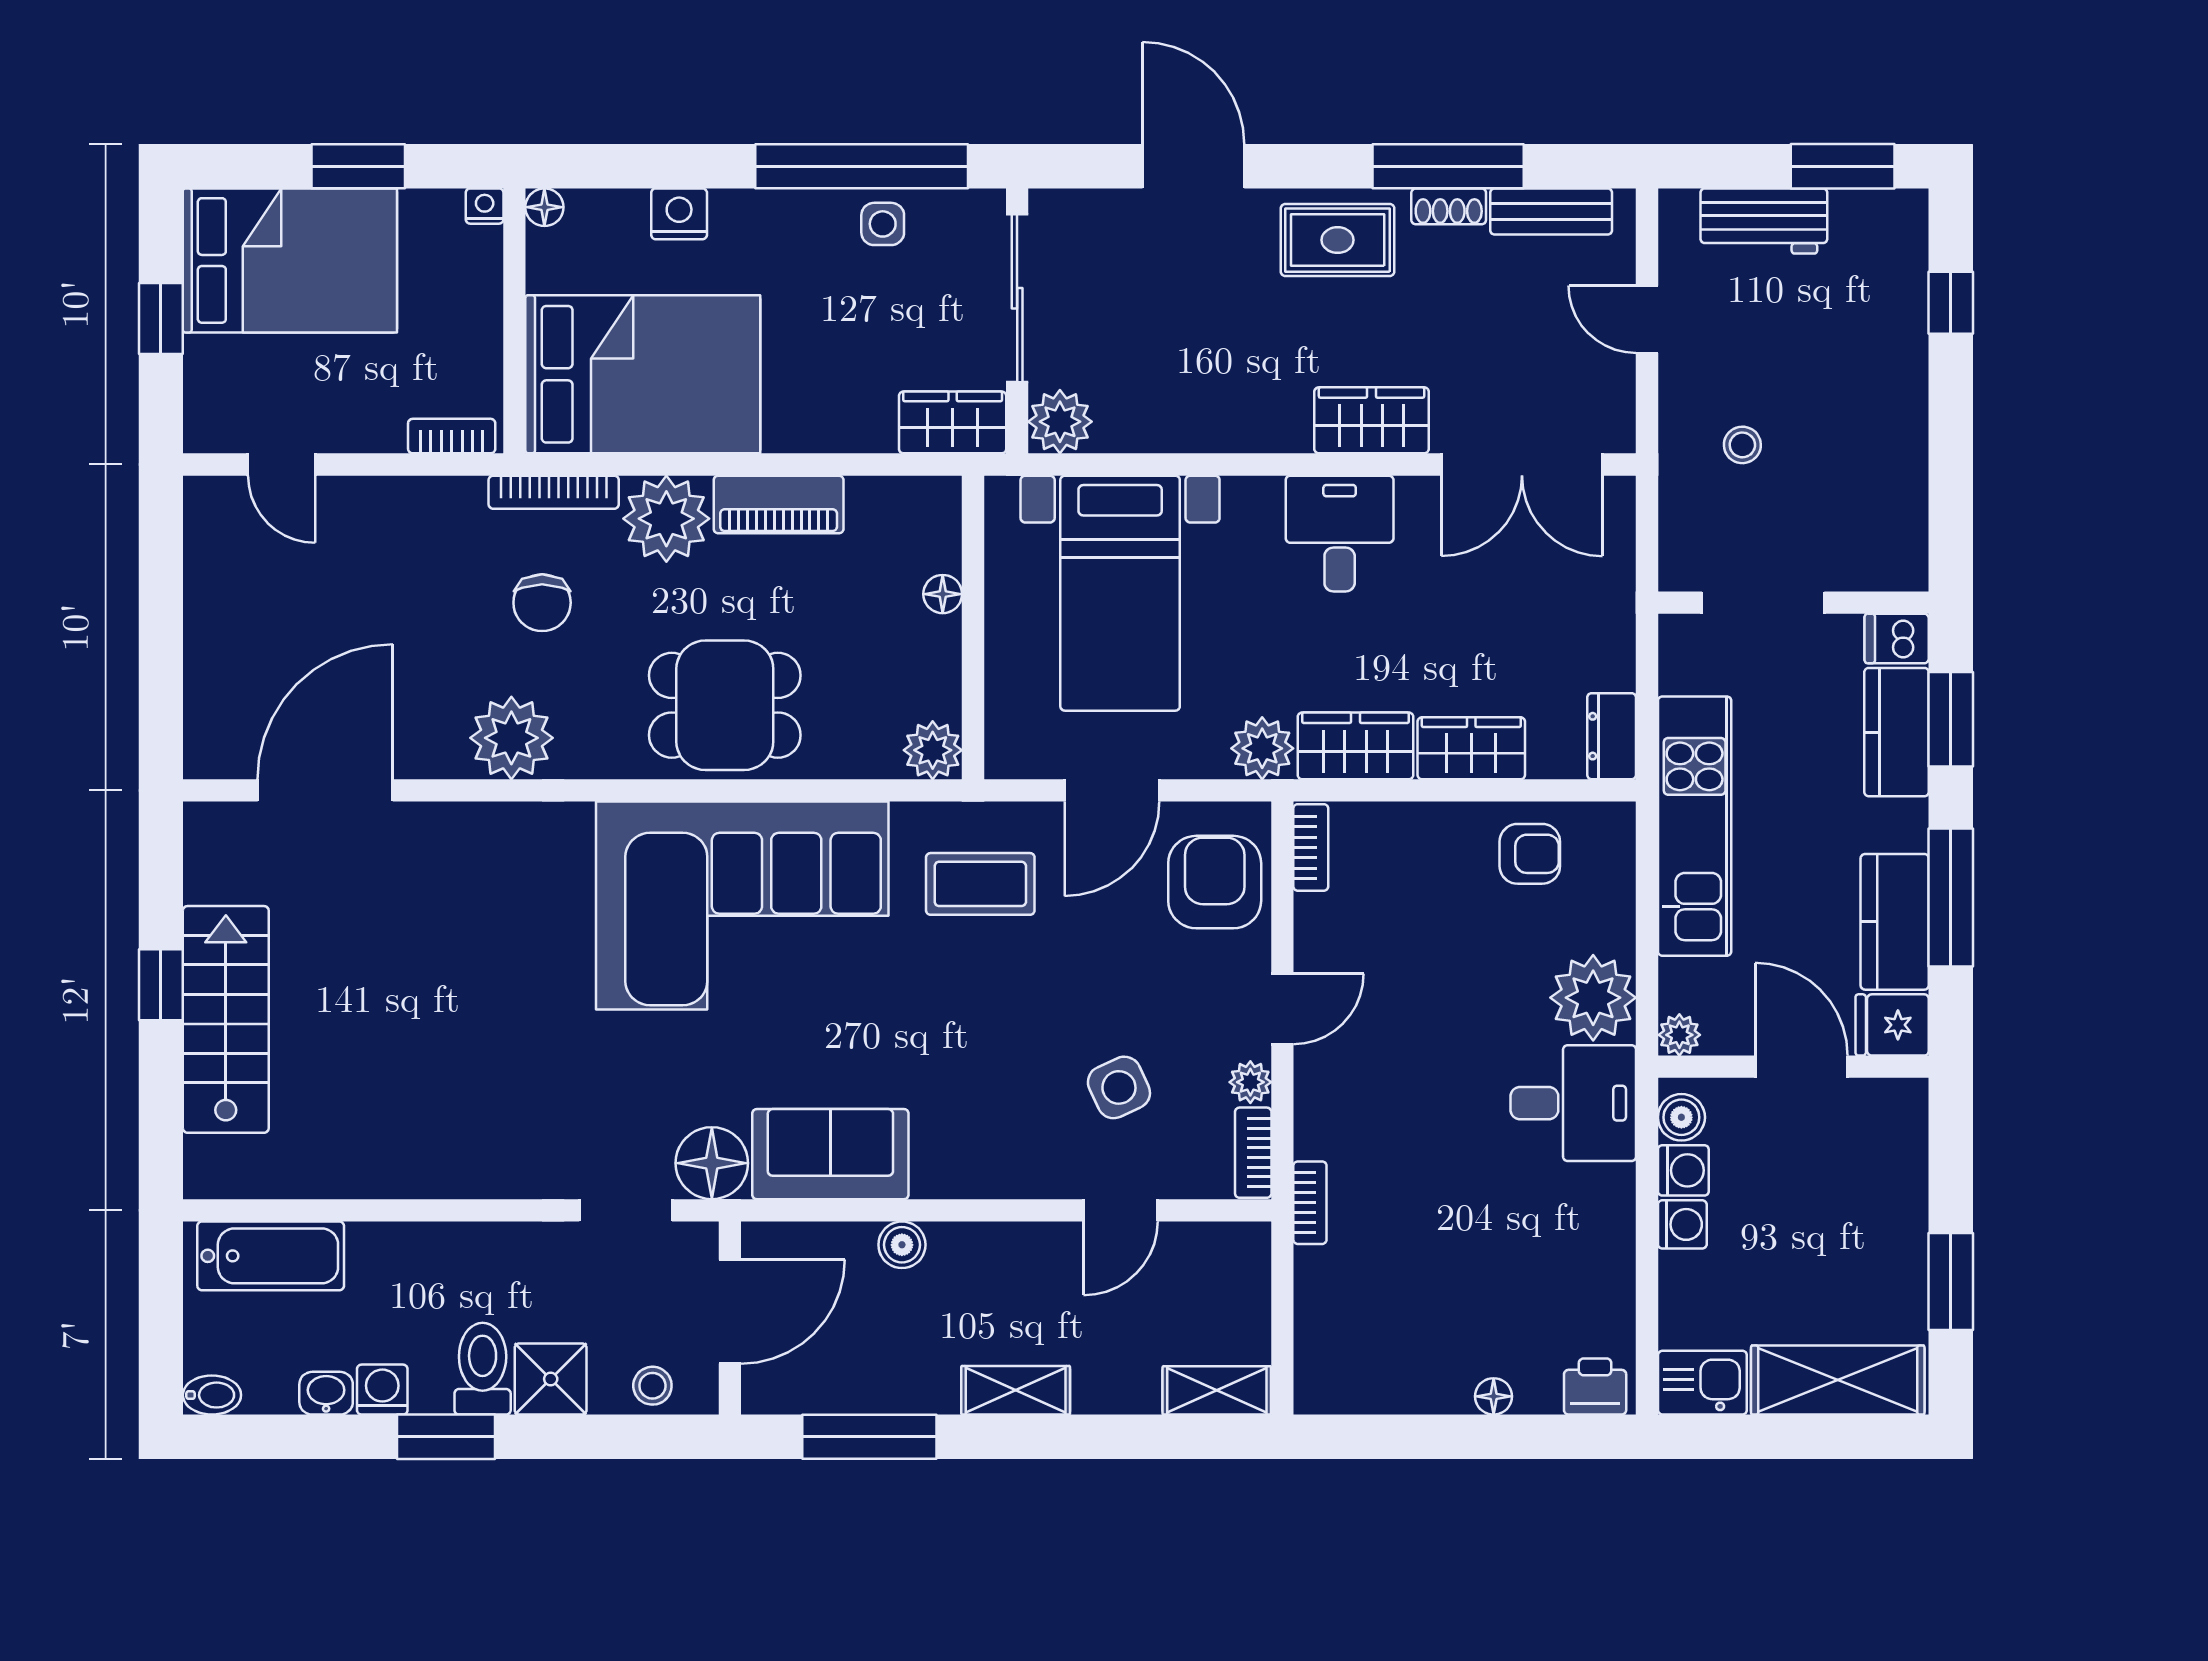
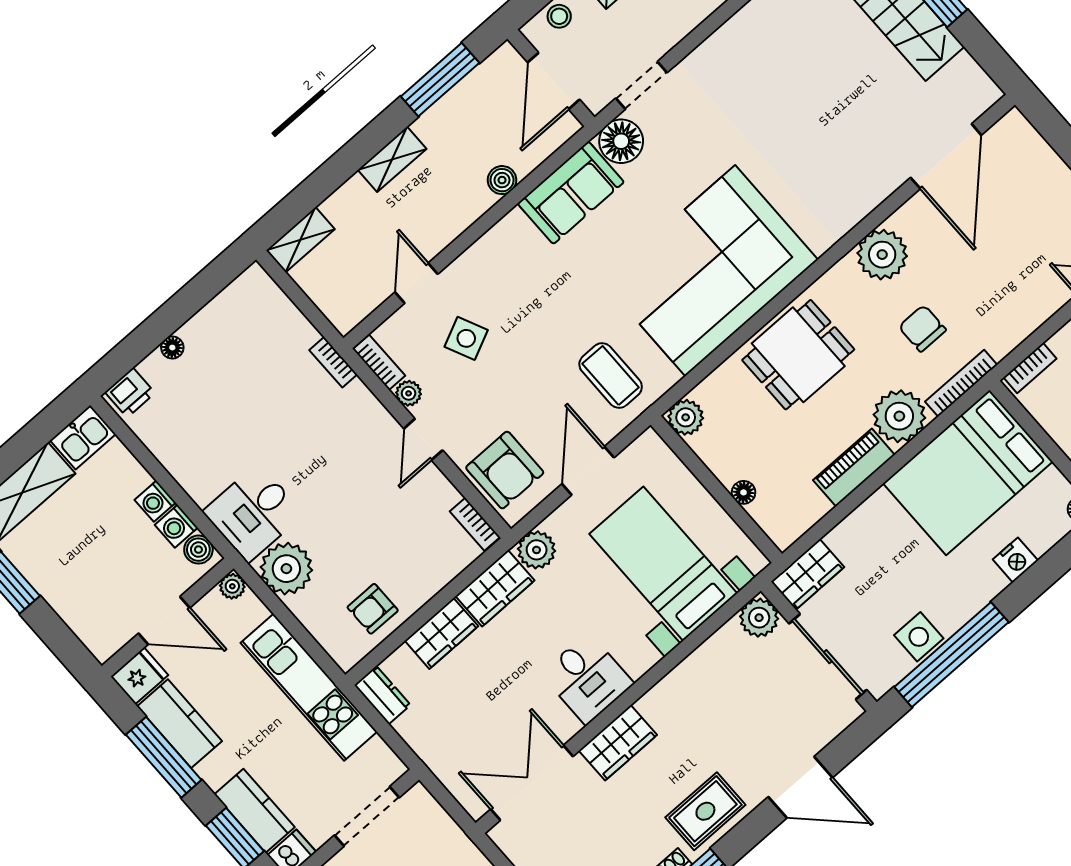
side table: (883, 224) -> (919, 637), width x1.37, depth x1.37
coffee table: (980, 884) -> (611, 376), turned 90

